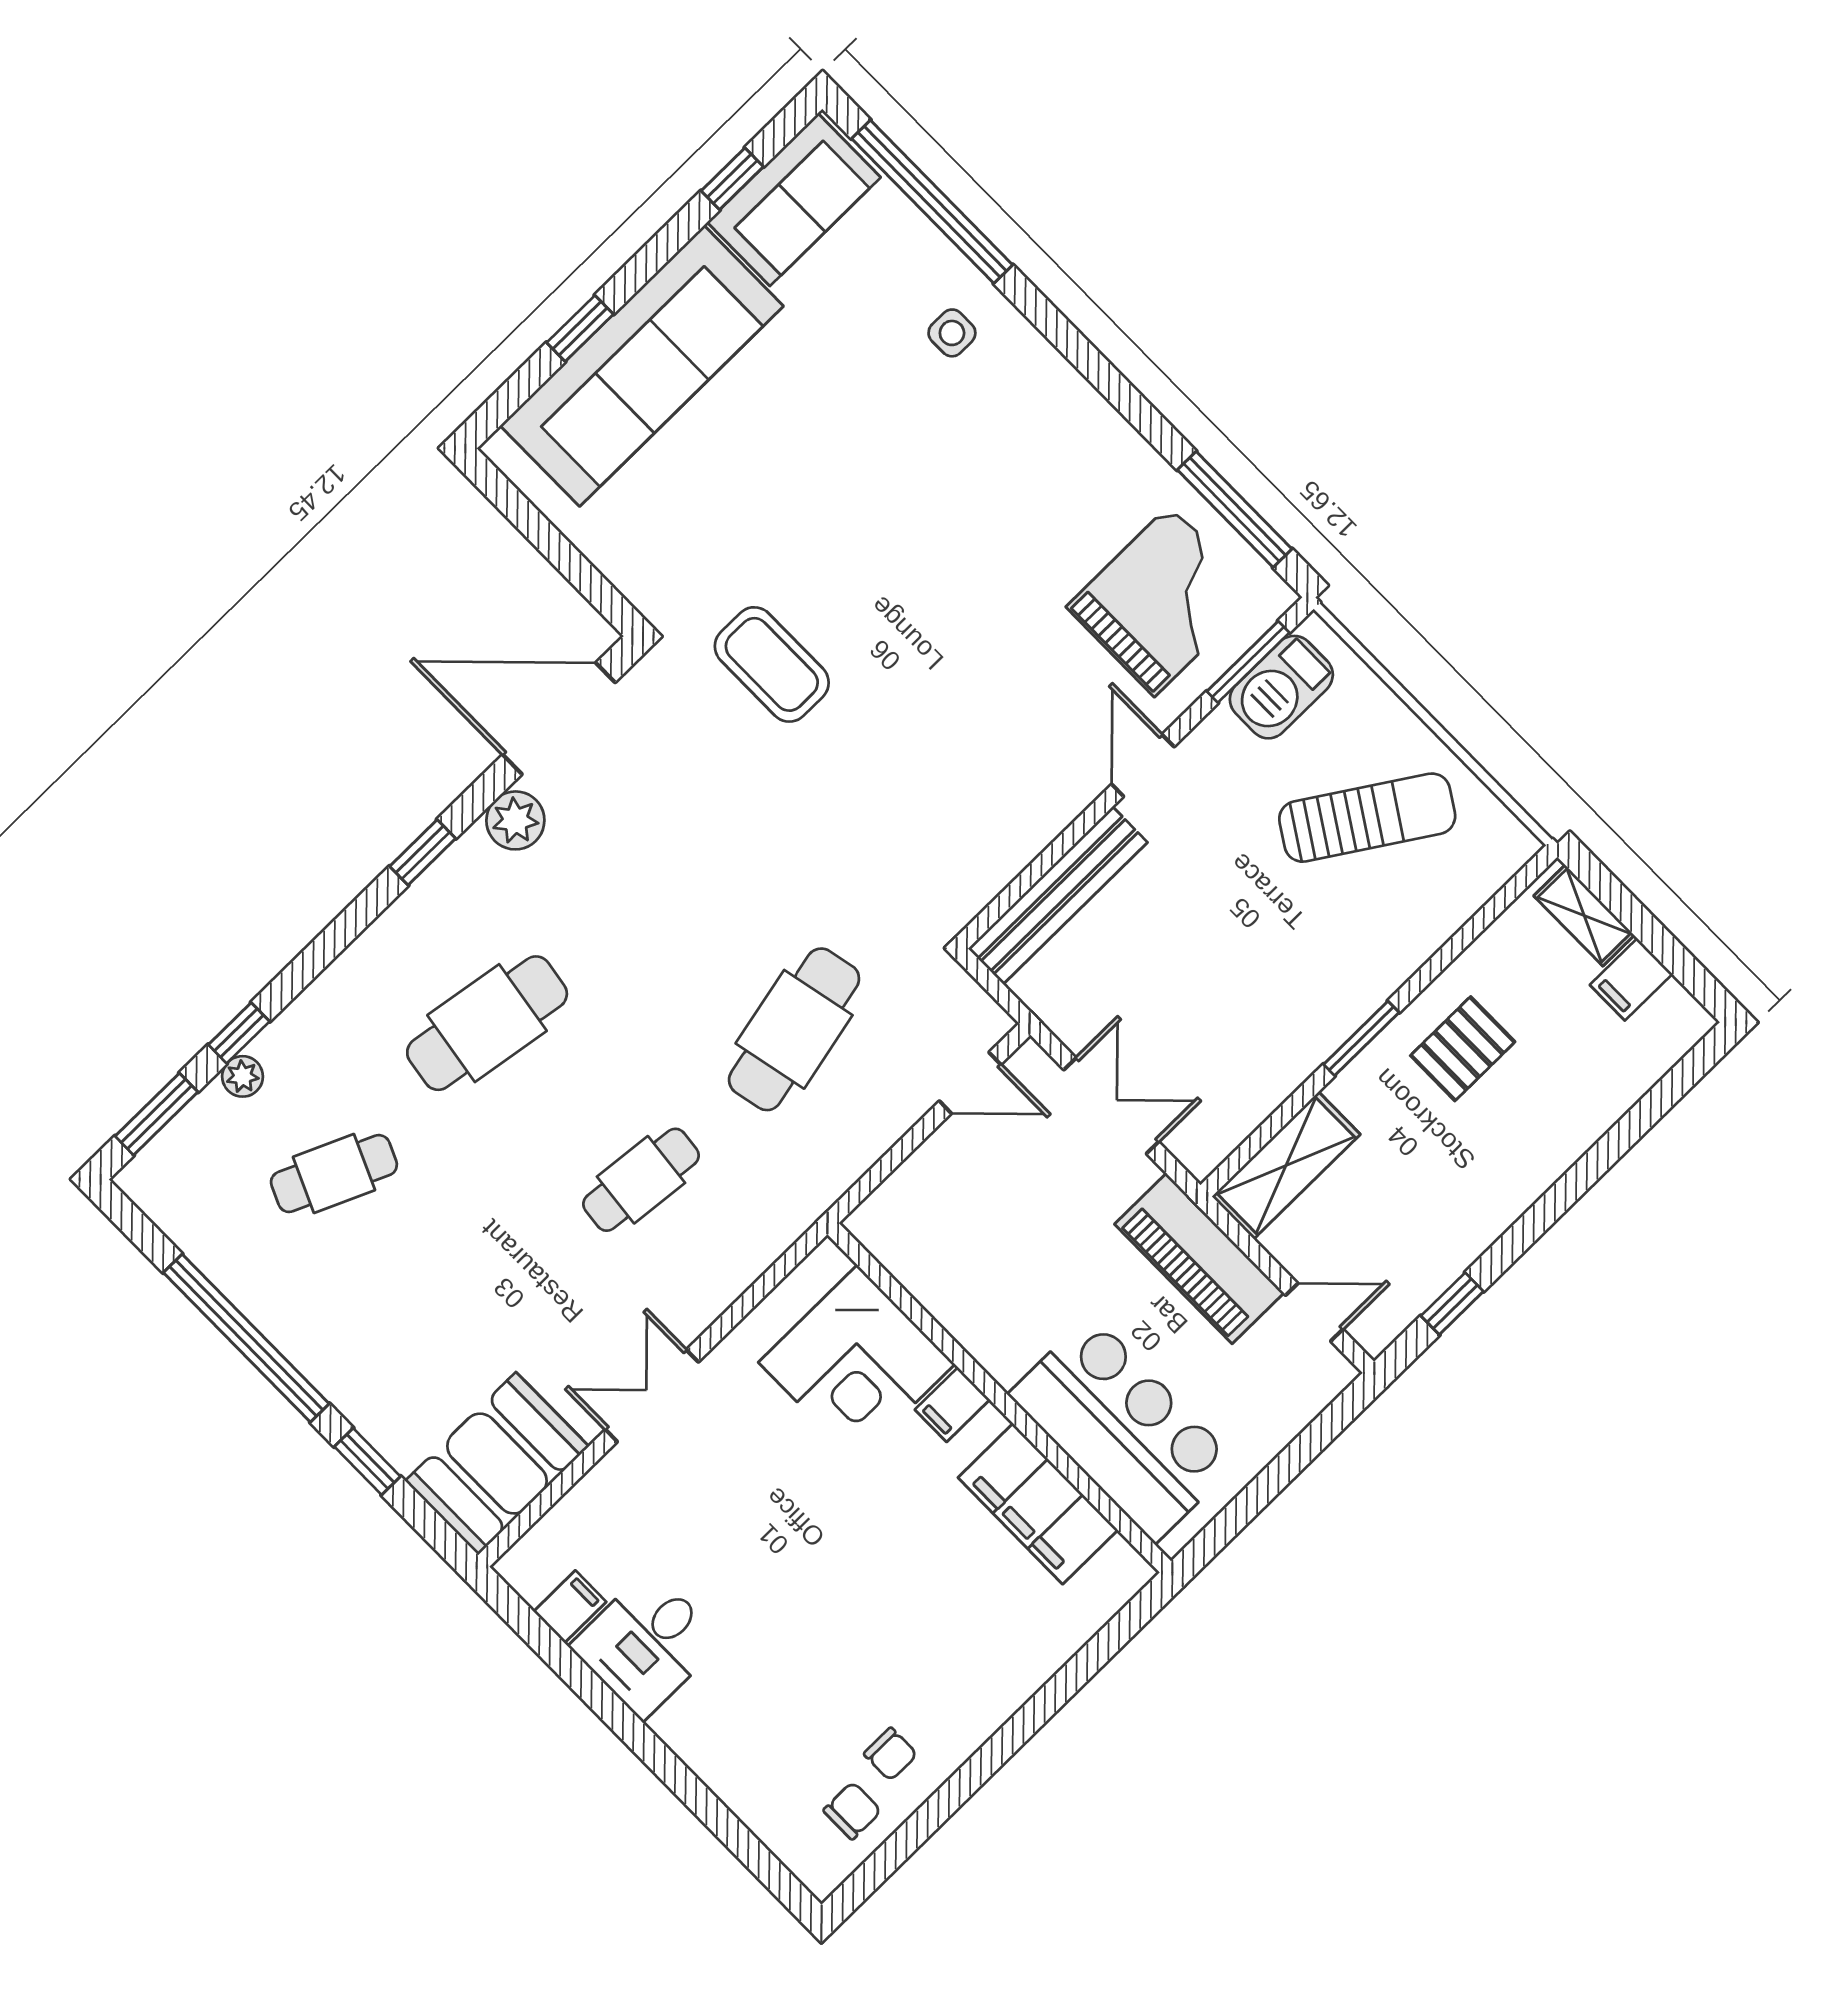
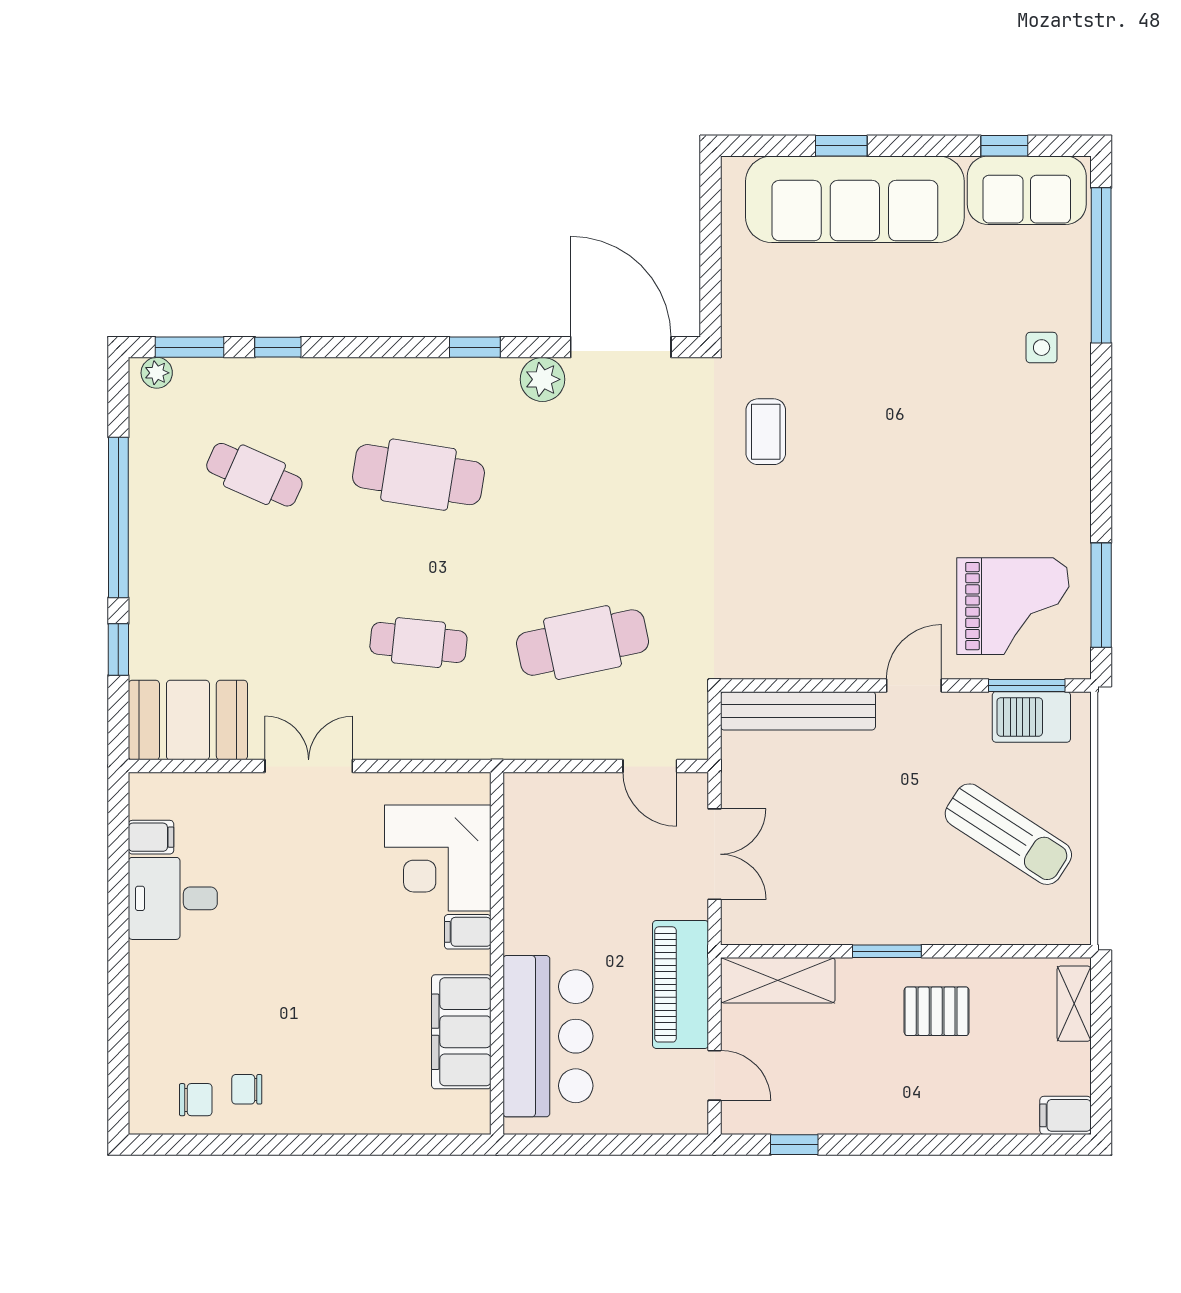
coffee table: (772, 664) -> (766, 432), width x0.73, depth x0.77
filing cabinet: (1631, 979) -> (1066, 1115), moved
plant: (243, 1076) -> (157, 373), moved
chair: (891, 1754) -> (247, 1089), turned 90

